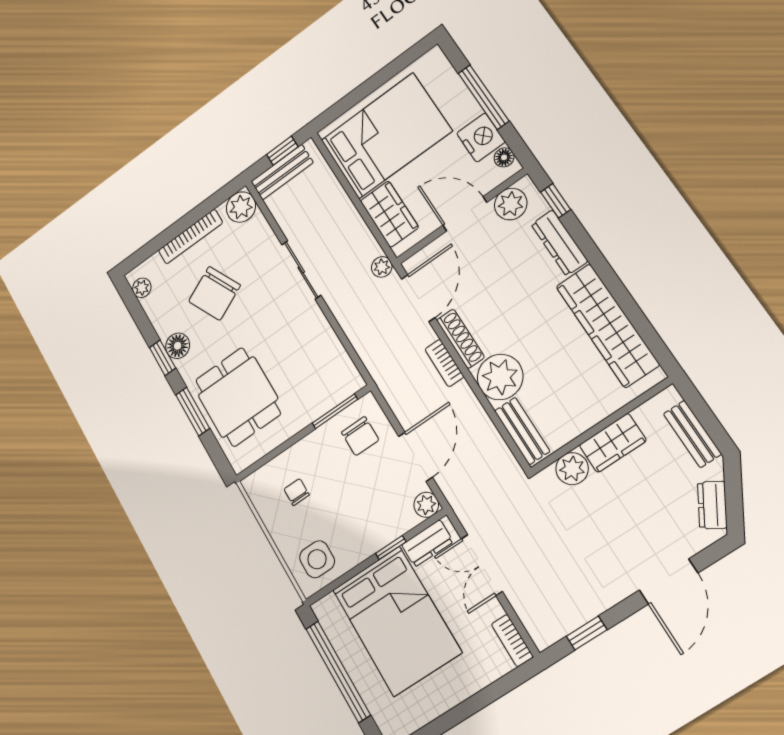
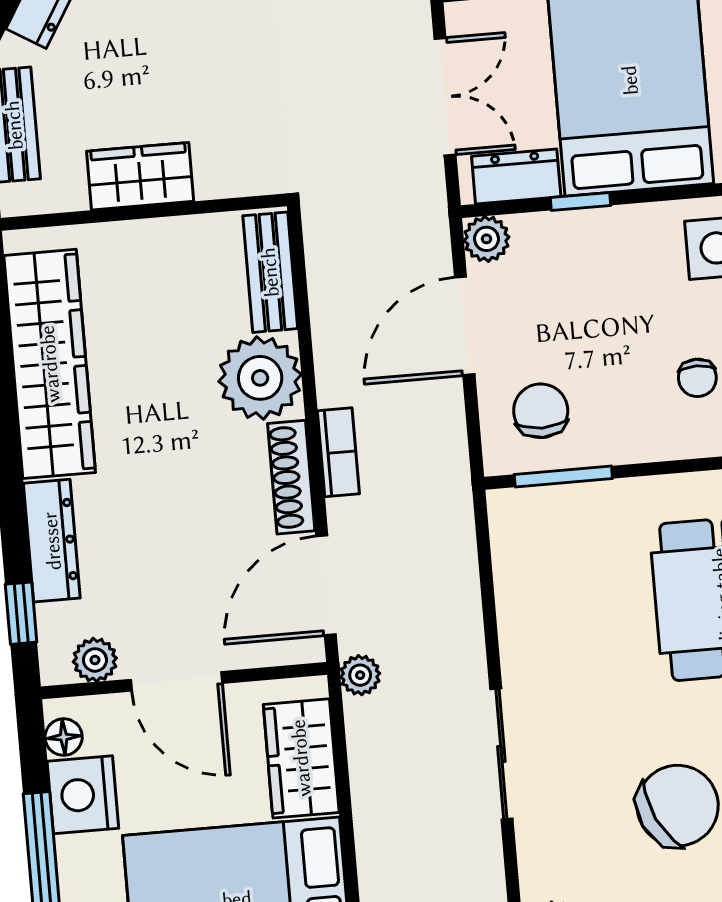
plant: (511, 204) -> (95, 660), width x0.73, depth x0.73
plant: (572, 469) -> (224, 171), removed

